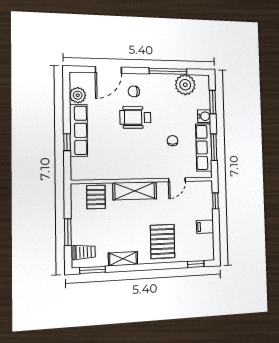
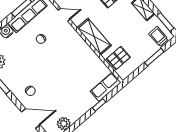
wheelchair: (135, 117) -> (47, 76), removed
row of seats: (79, 130) -> (106, 87), moved, width x0.68

